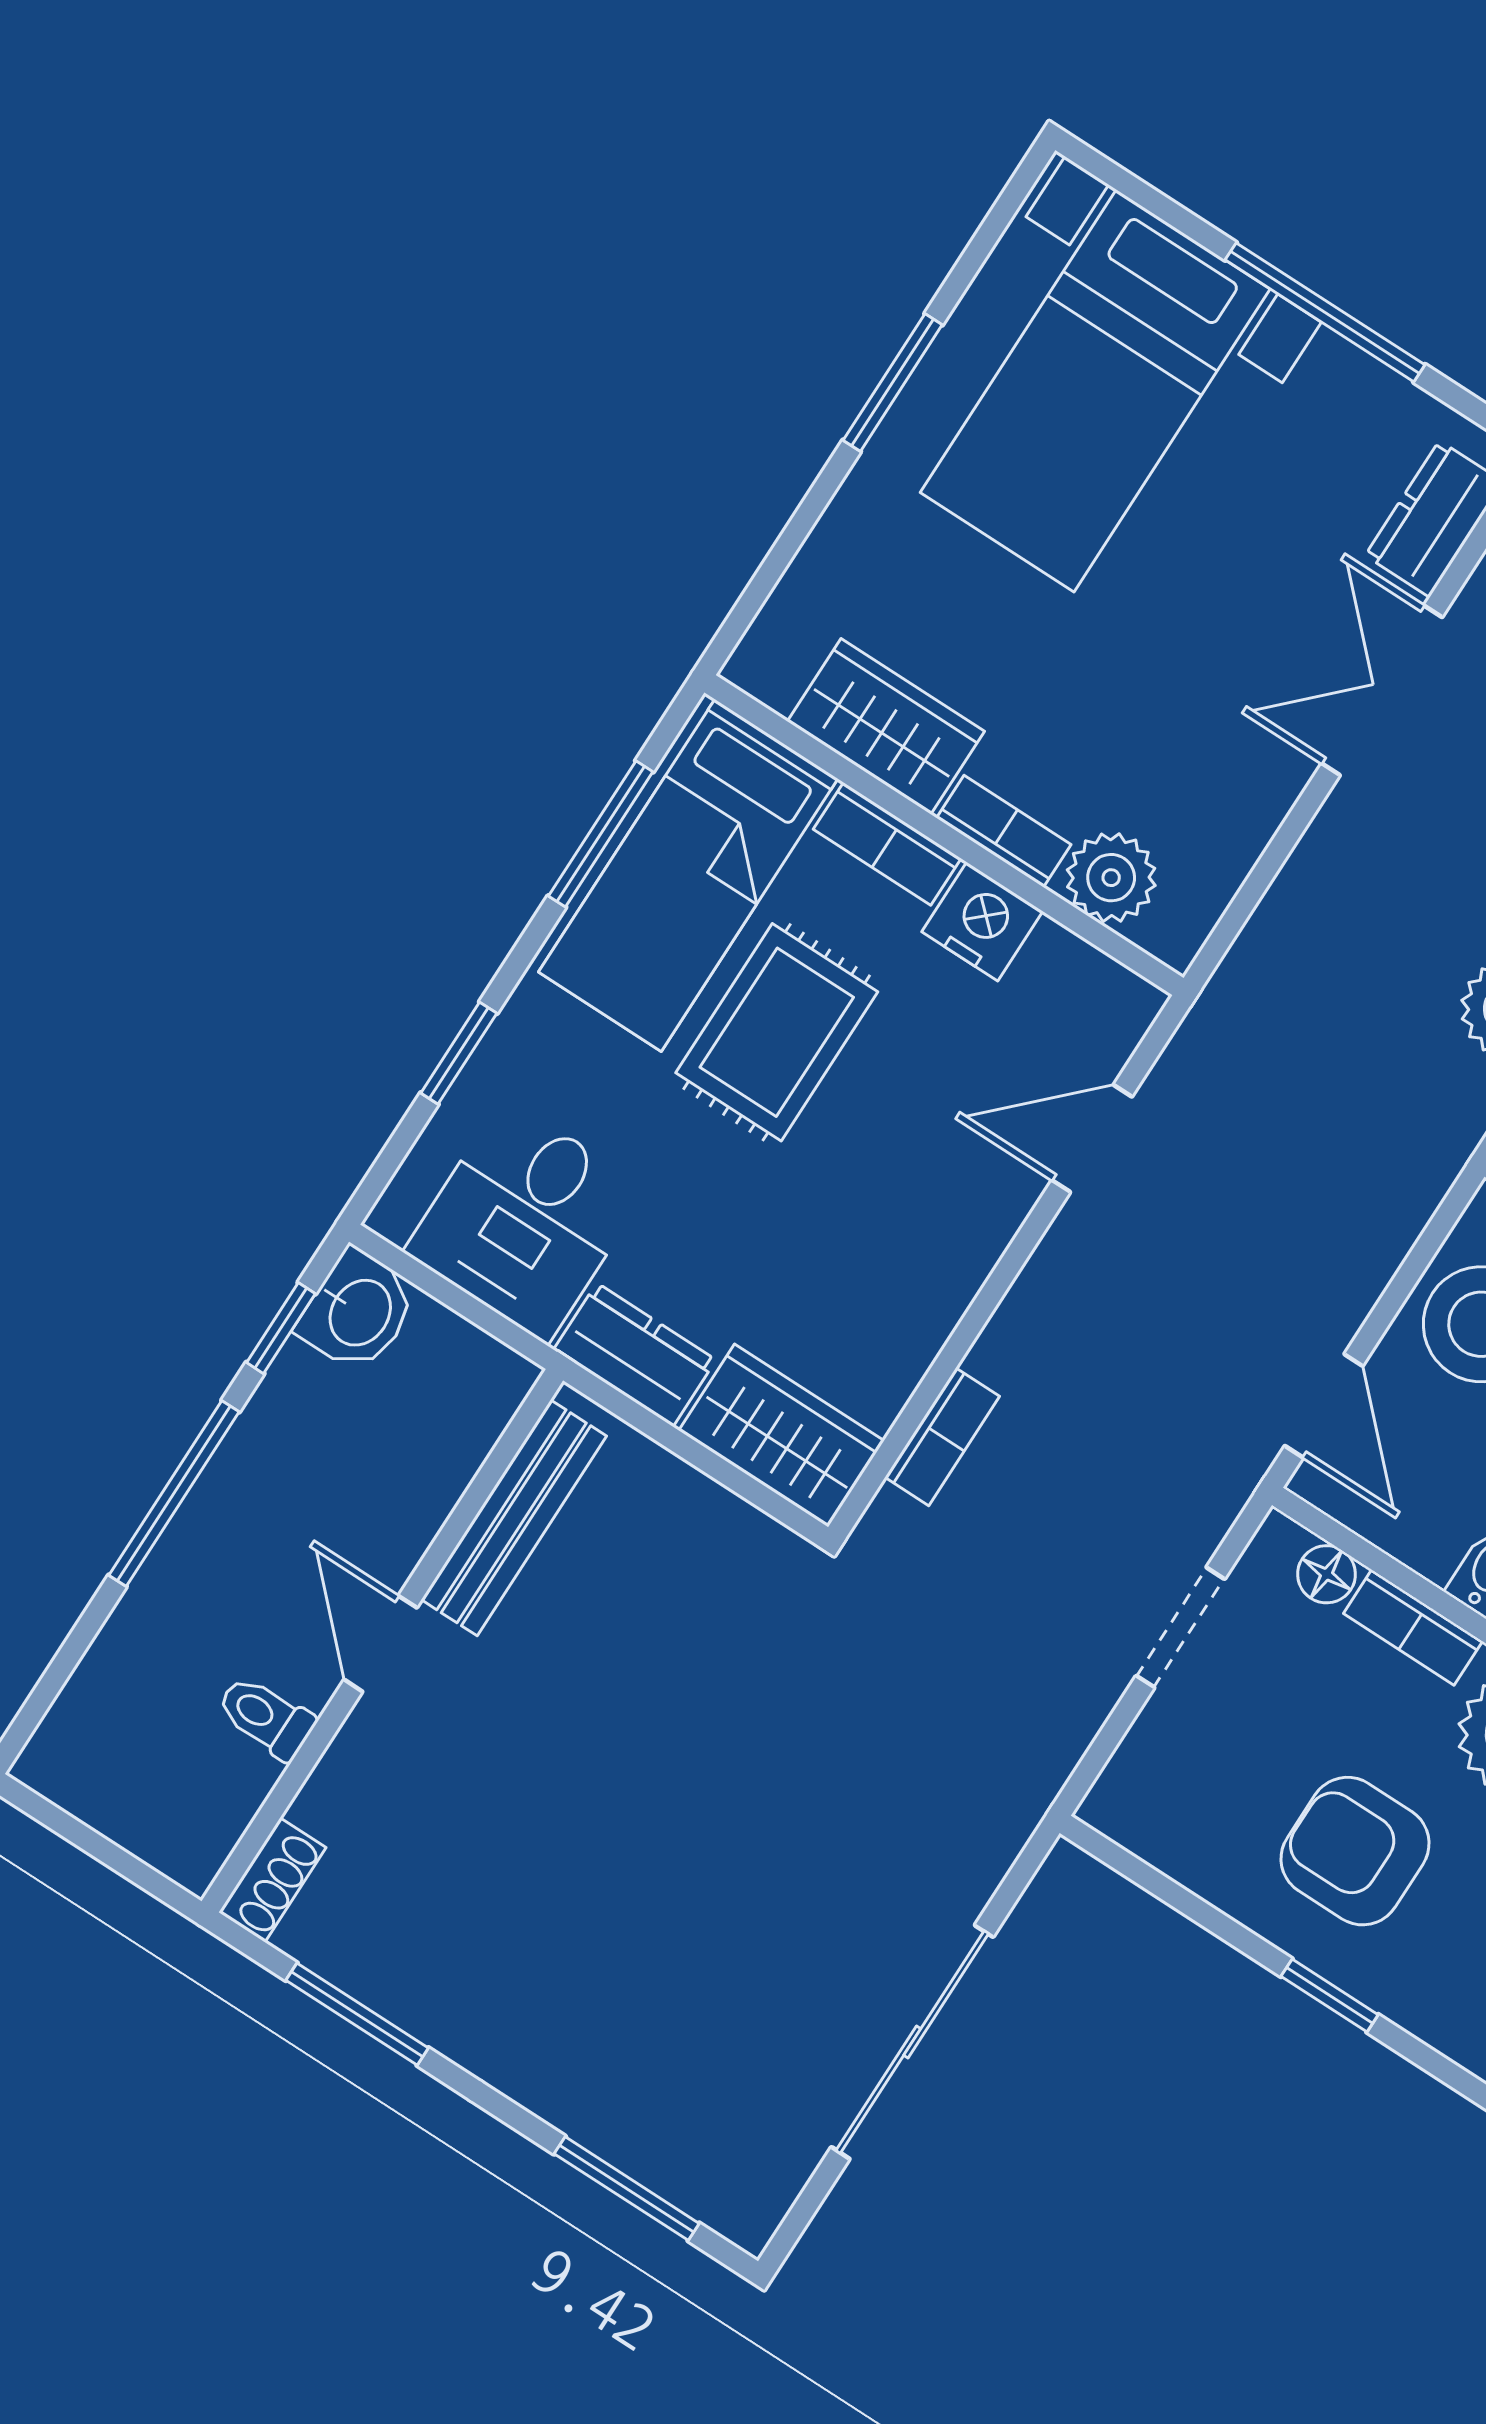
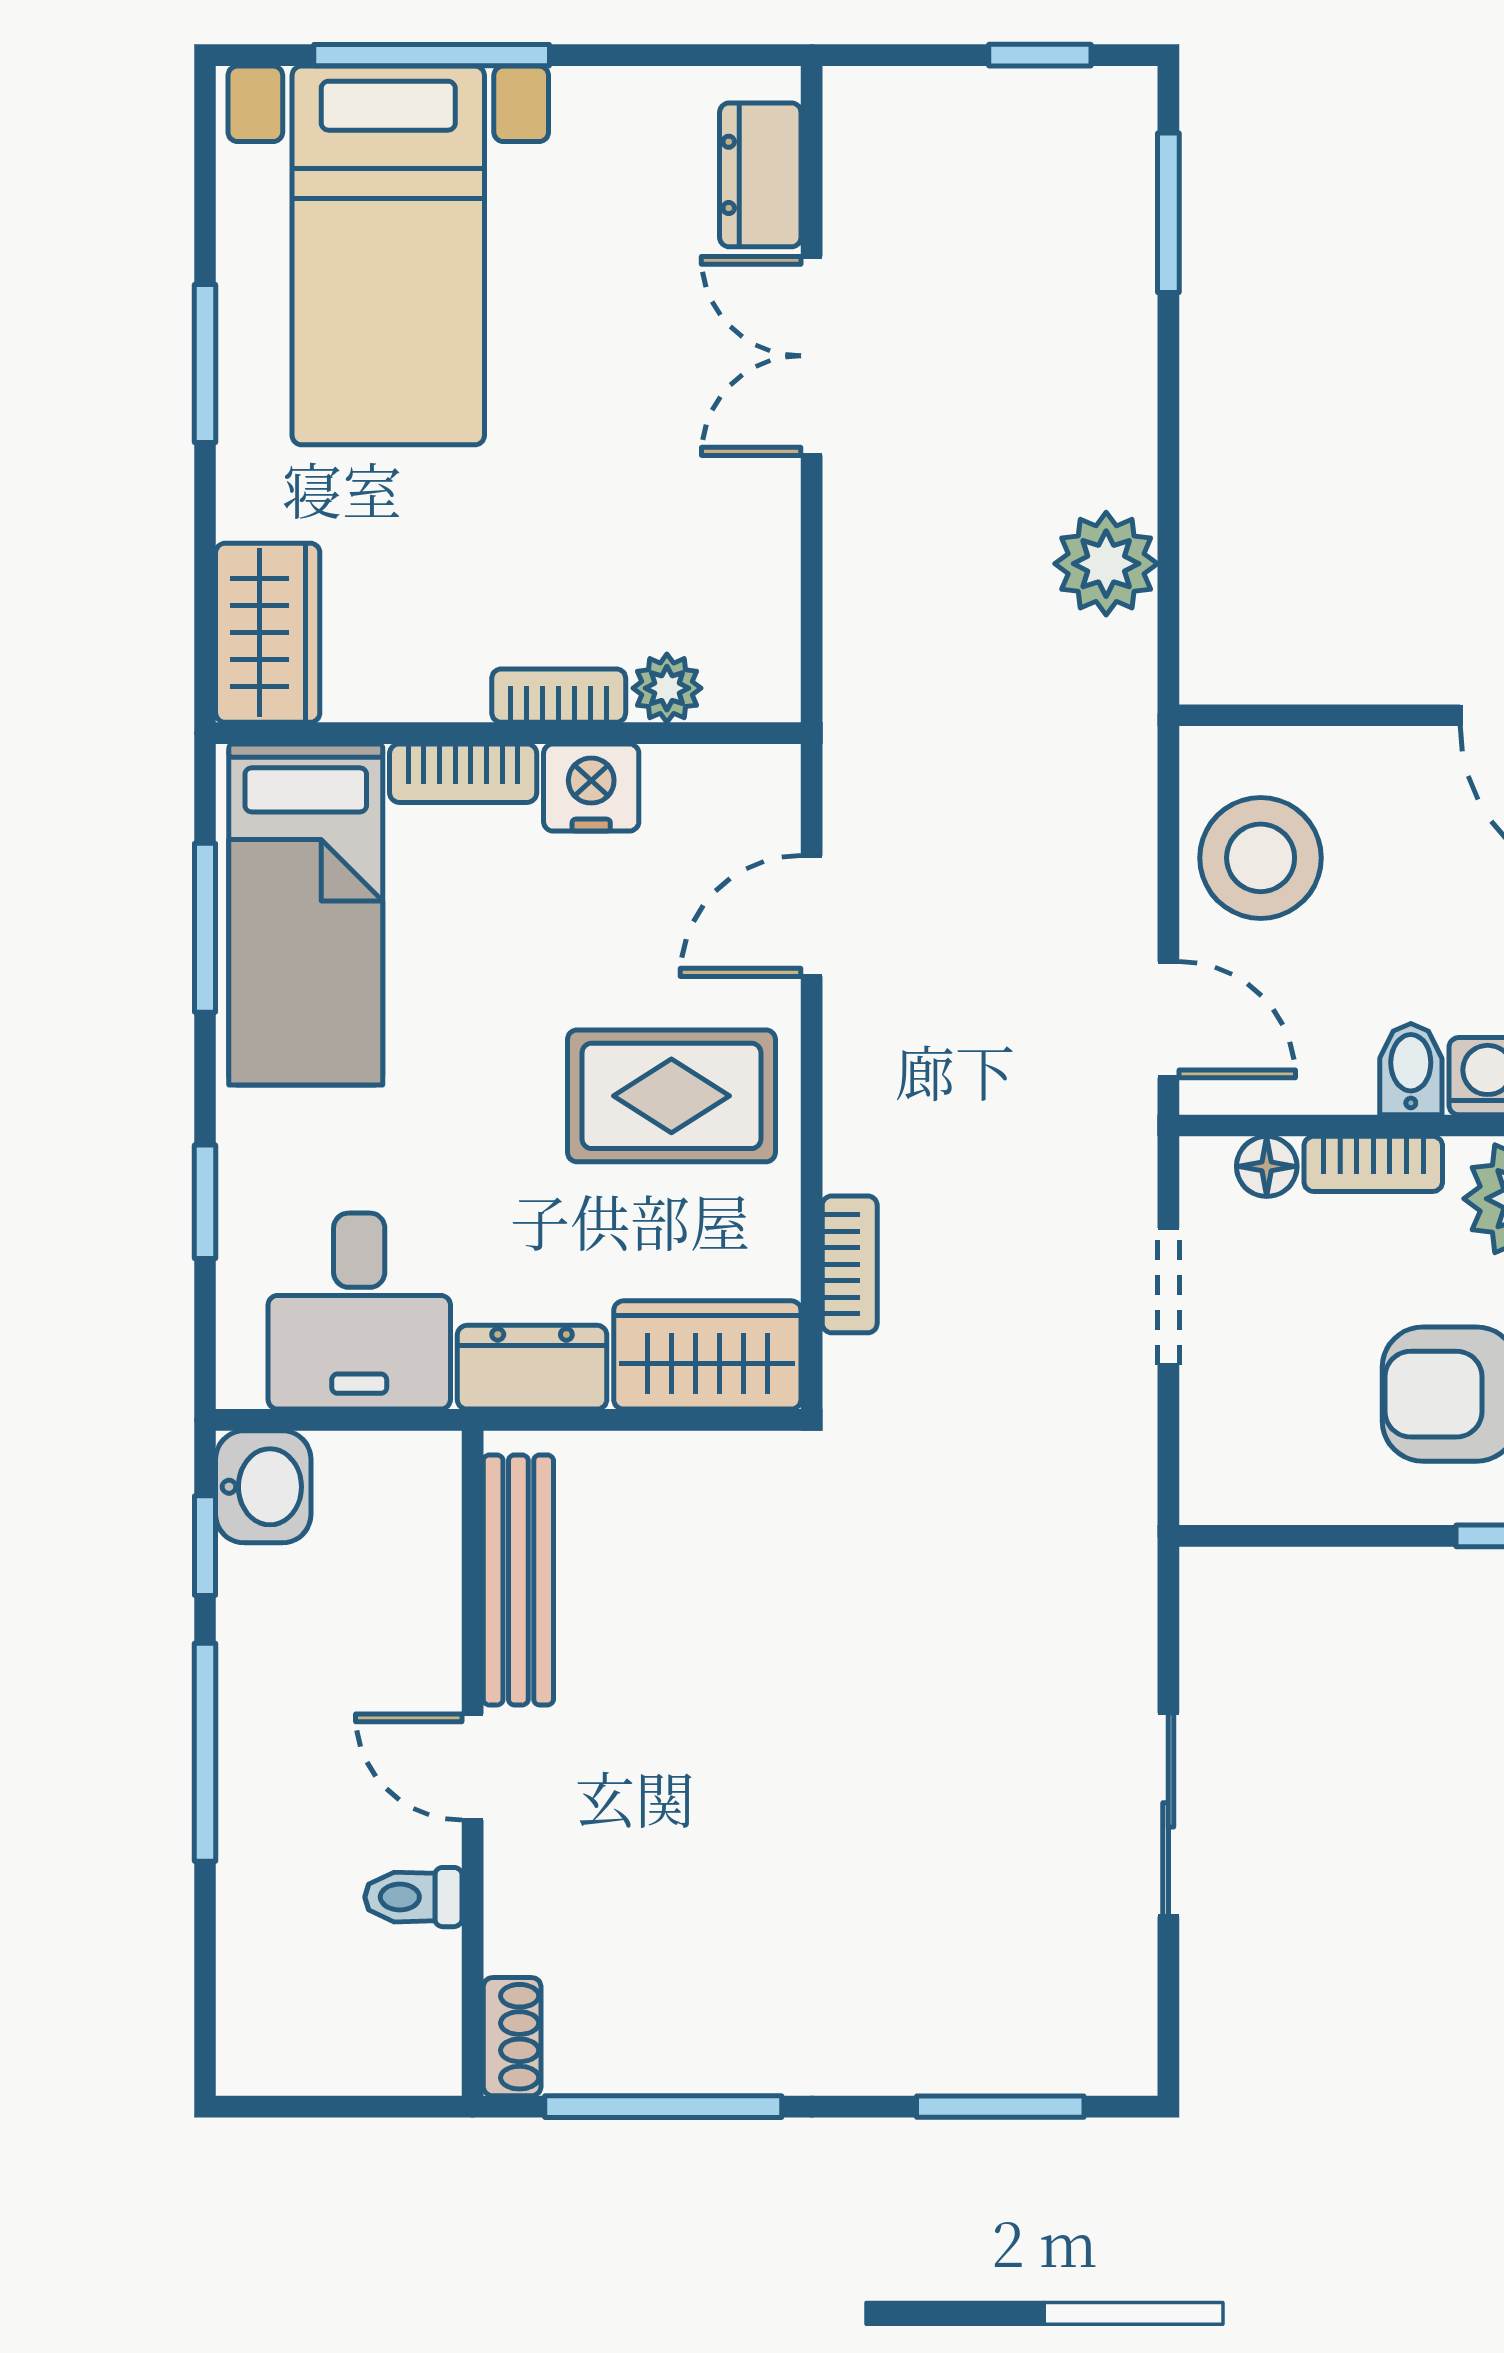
window: (1325, 312) -> (432, 55), moved
wardrobe: (886, 726) -> (268, 633), moved, turned 90
plant: (1111, 878) -> (667, 688), width x0.73, depth x0.73
rug: (777, 1032) -> (671, 1096), moved, turned 90
window: (357, 2014) -> (663, 2107), width x1.44
sliding door: (912, 2042) -> (1168, 1815), width x0.73

